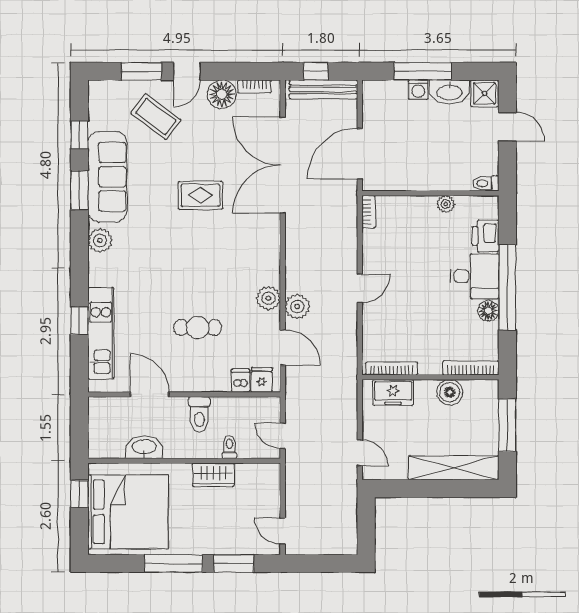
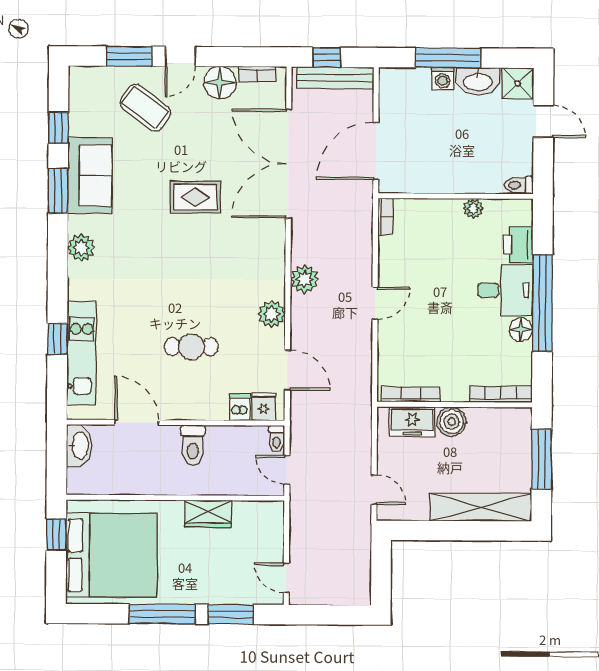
sofa: (107, 177) -> (90, 175), width x0.73
plant: (297, 306) -> (304, 279), moved
boiler: (450, 392) -> (452, 422), moved
washbasin: (144, 447) -> (79, 446), moved, turned 90
toilet: (229, 447) -> (277, 439), moved, turned 180

